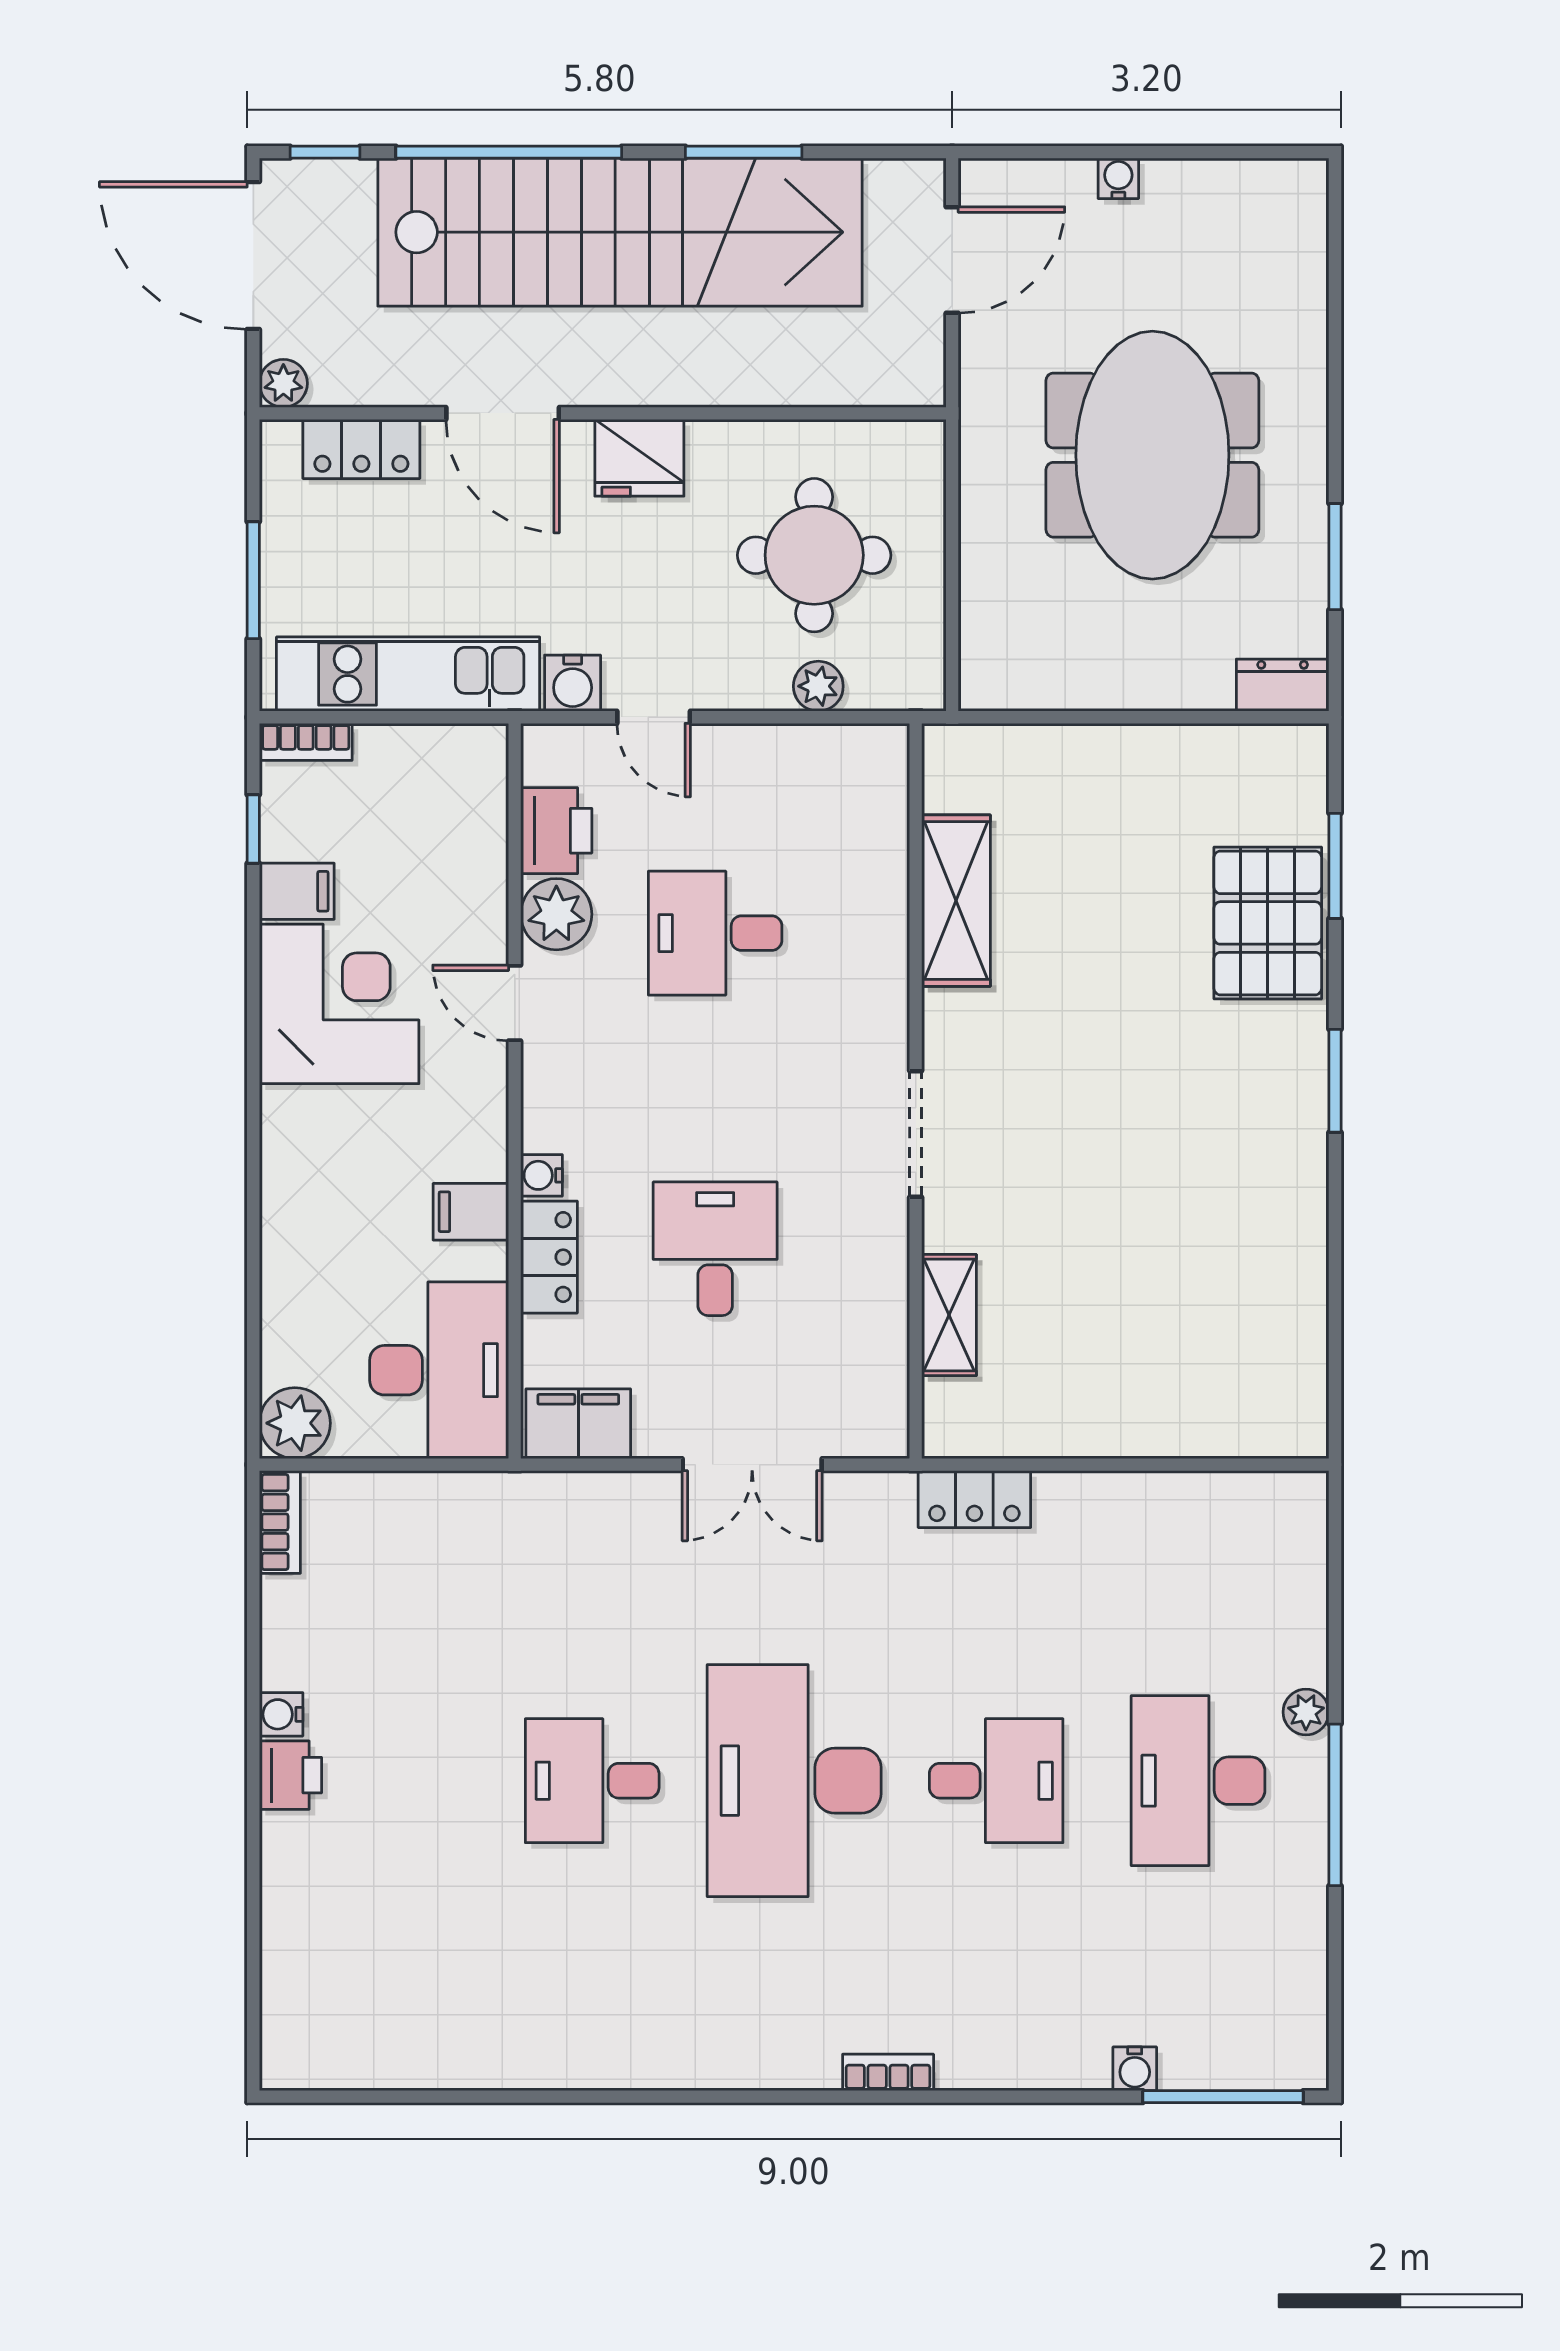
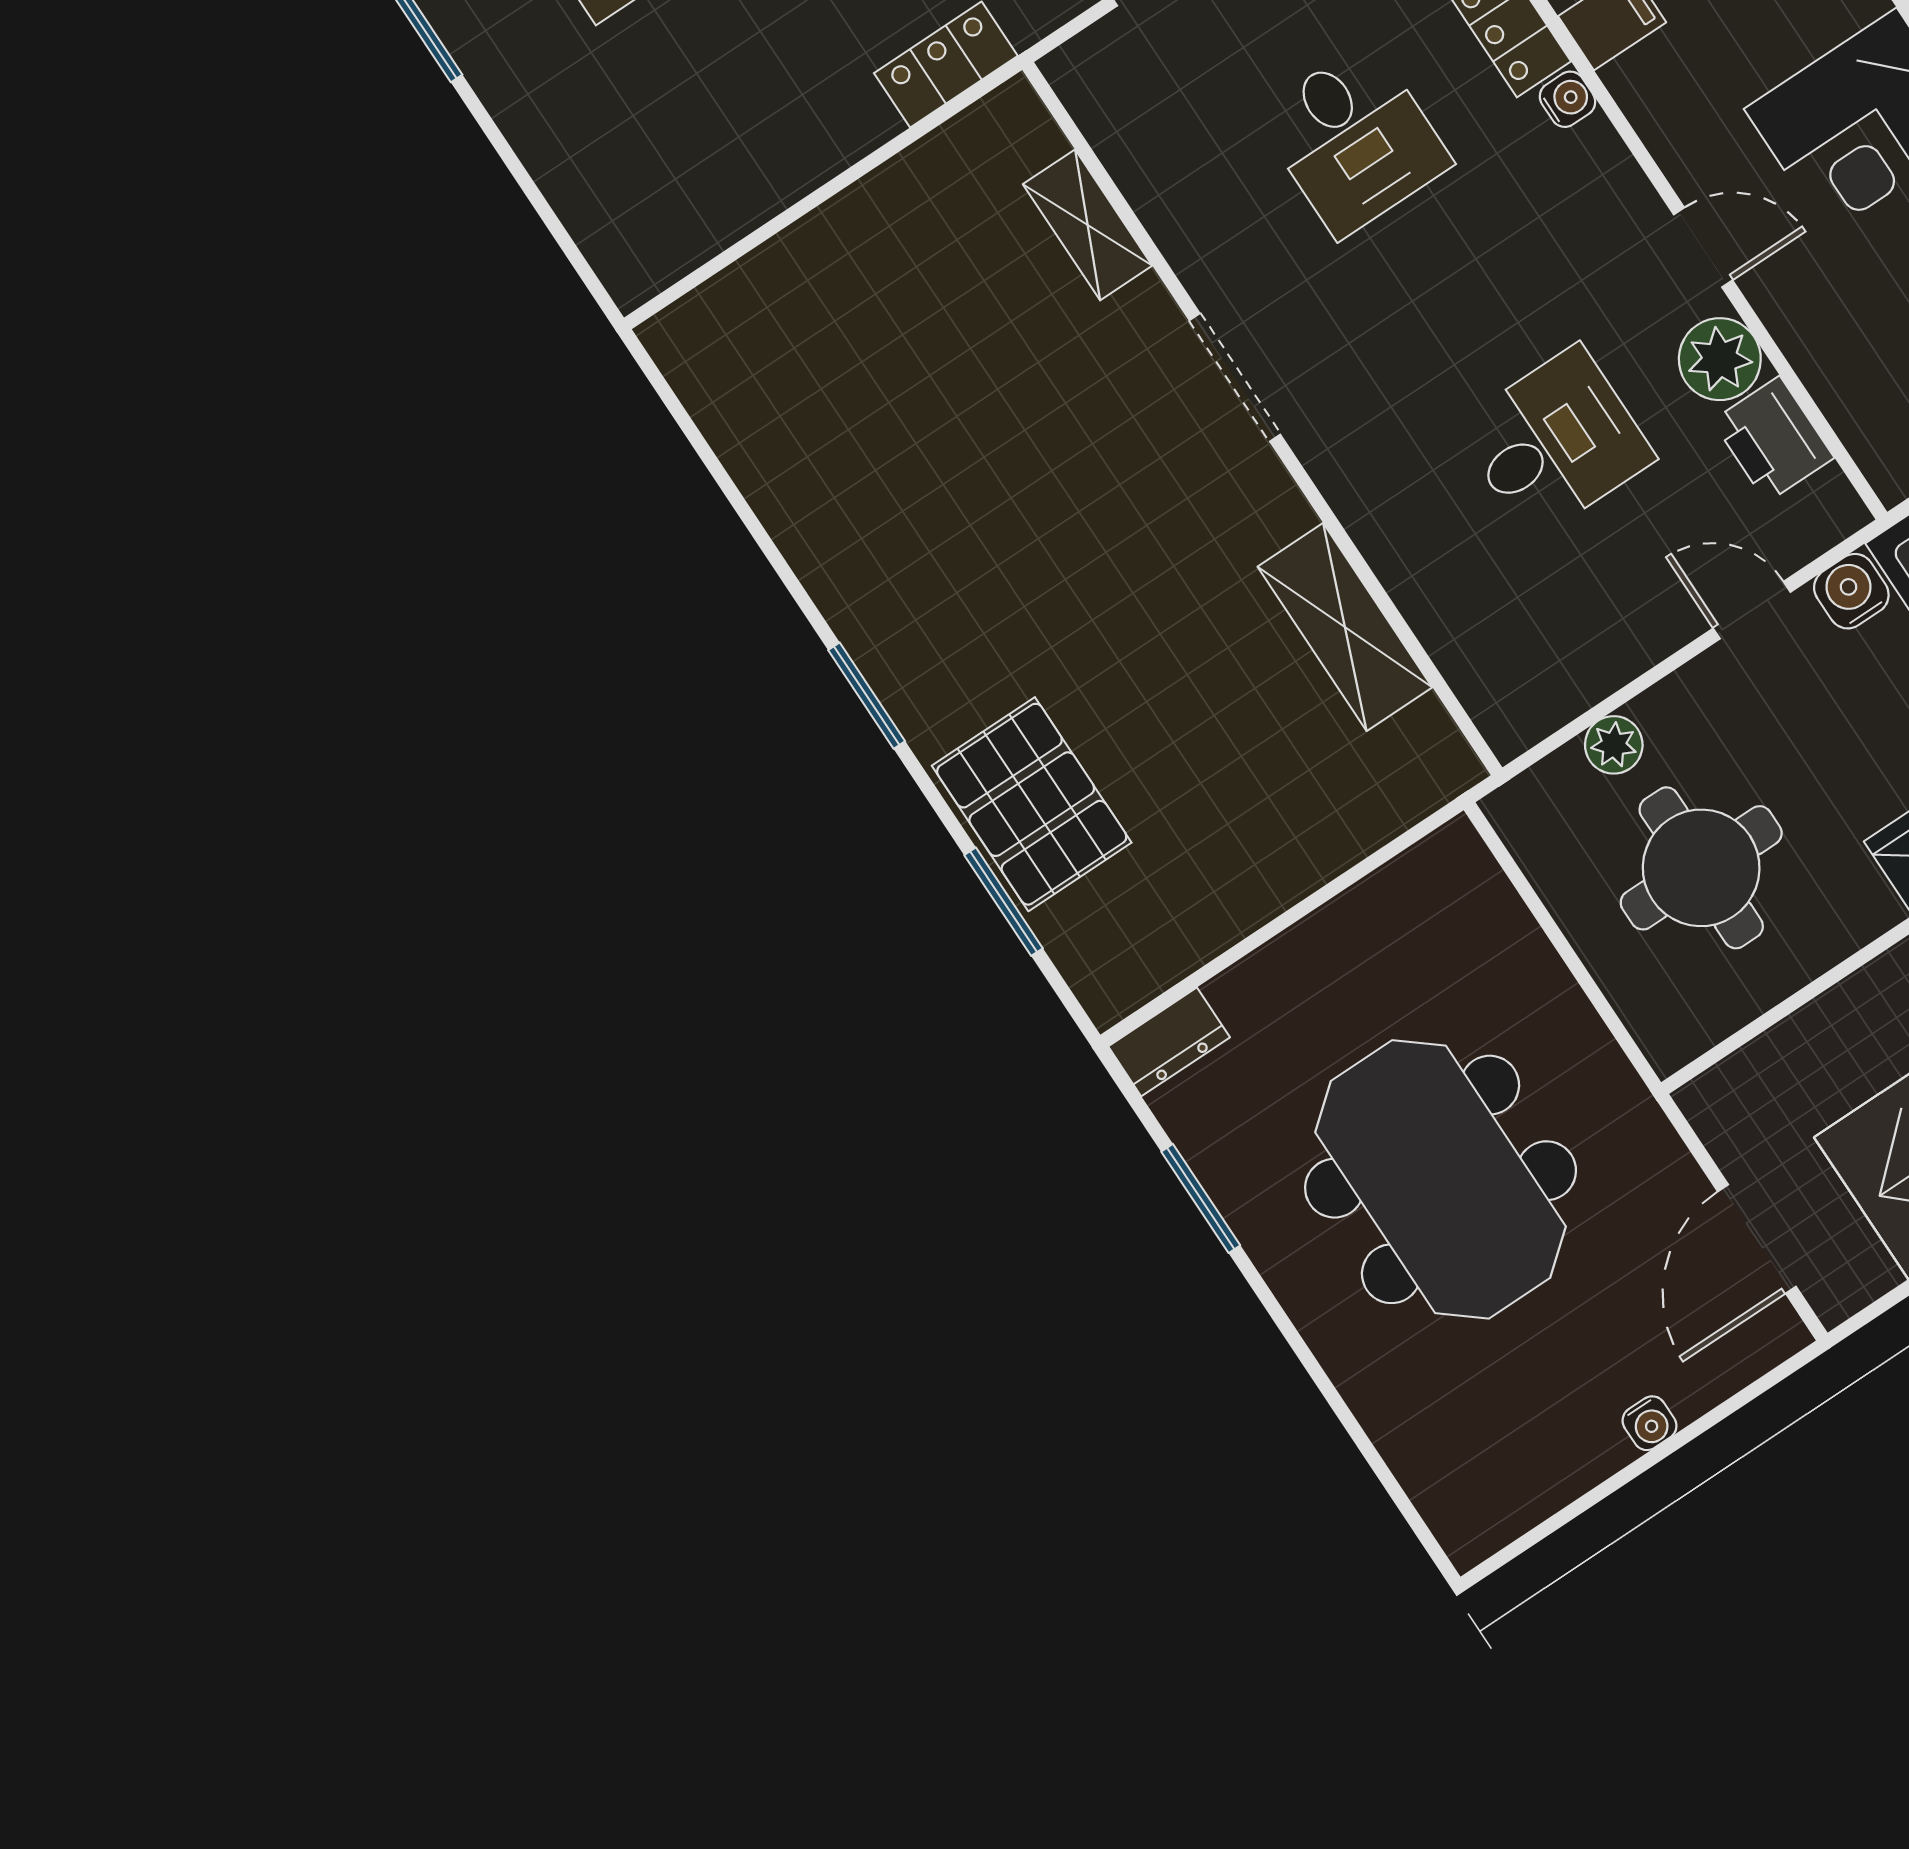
plant: (1306, 1712) -> (492, 72), removed

